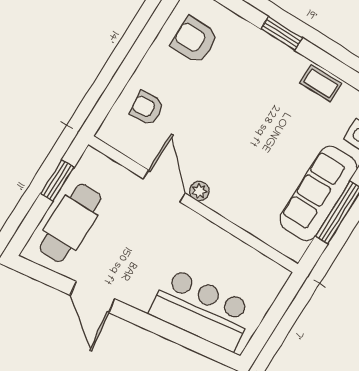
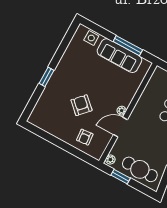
armchair: (195, 40) -> (81, 105), moved, turned 133
coffee table: (321, 83) -> (69, 58), removed
plant: (95, 160) -> (110, 160), added

